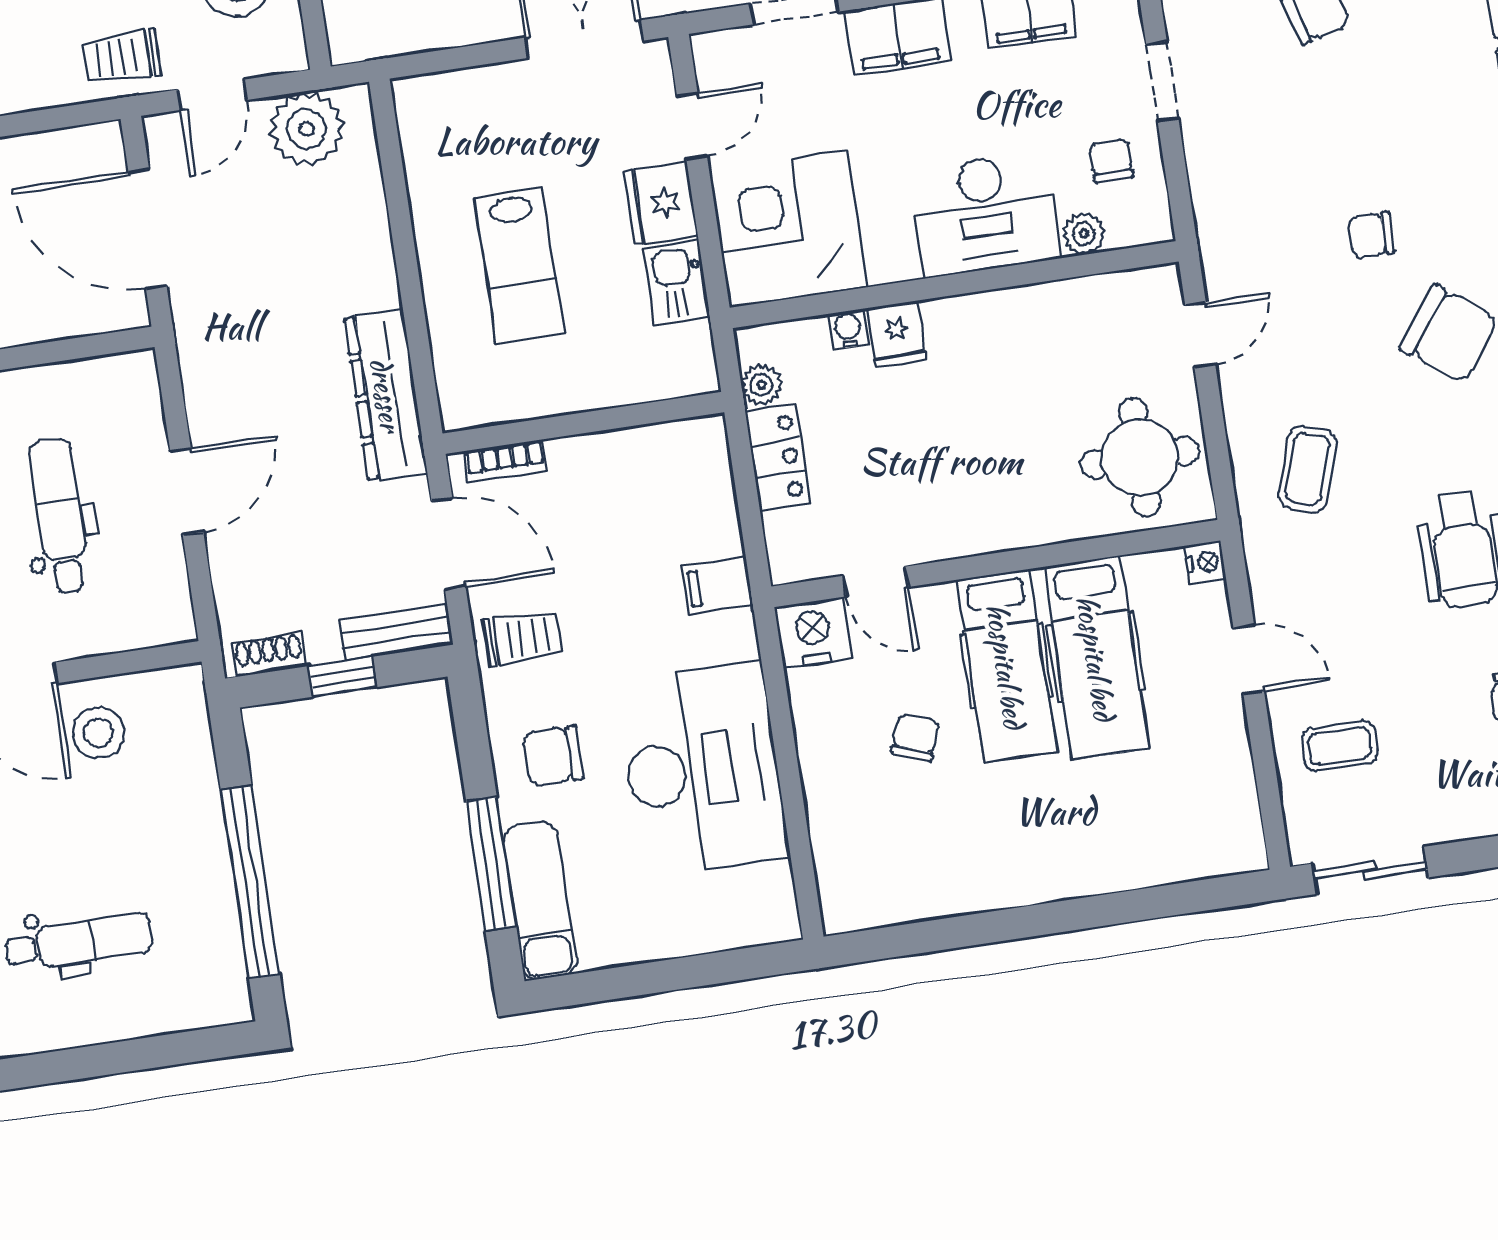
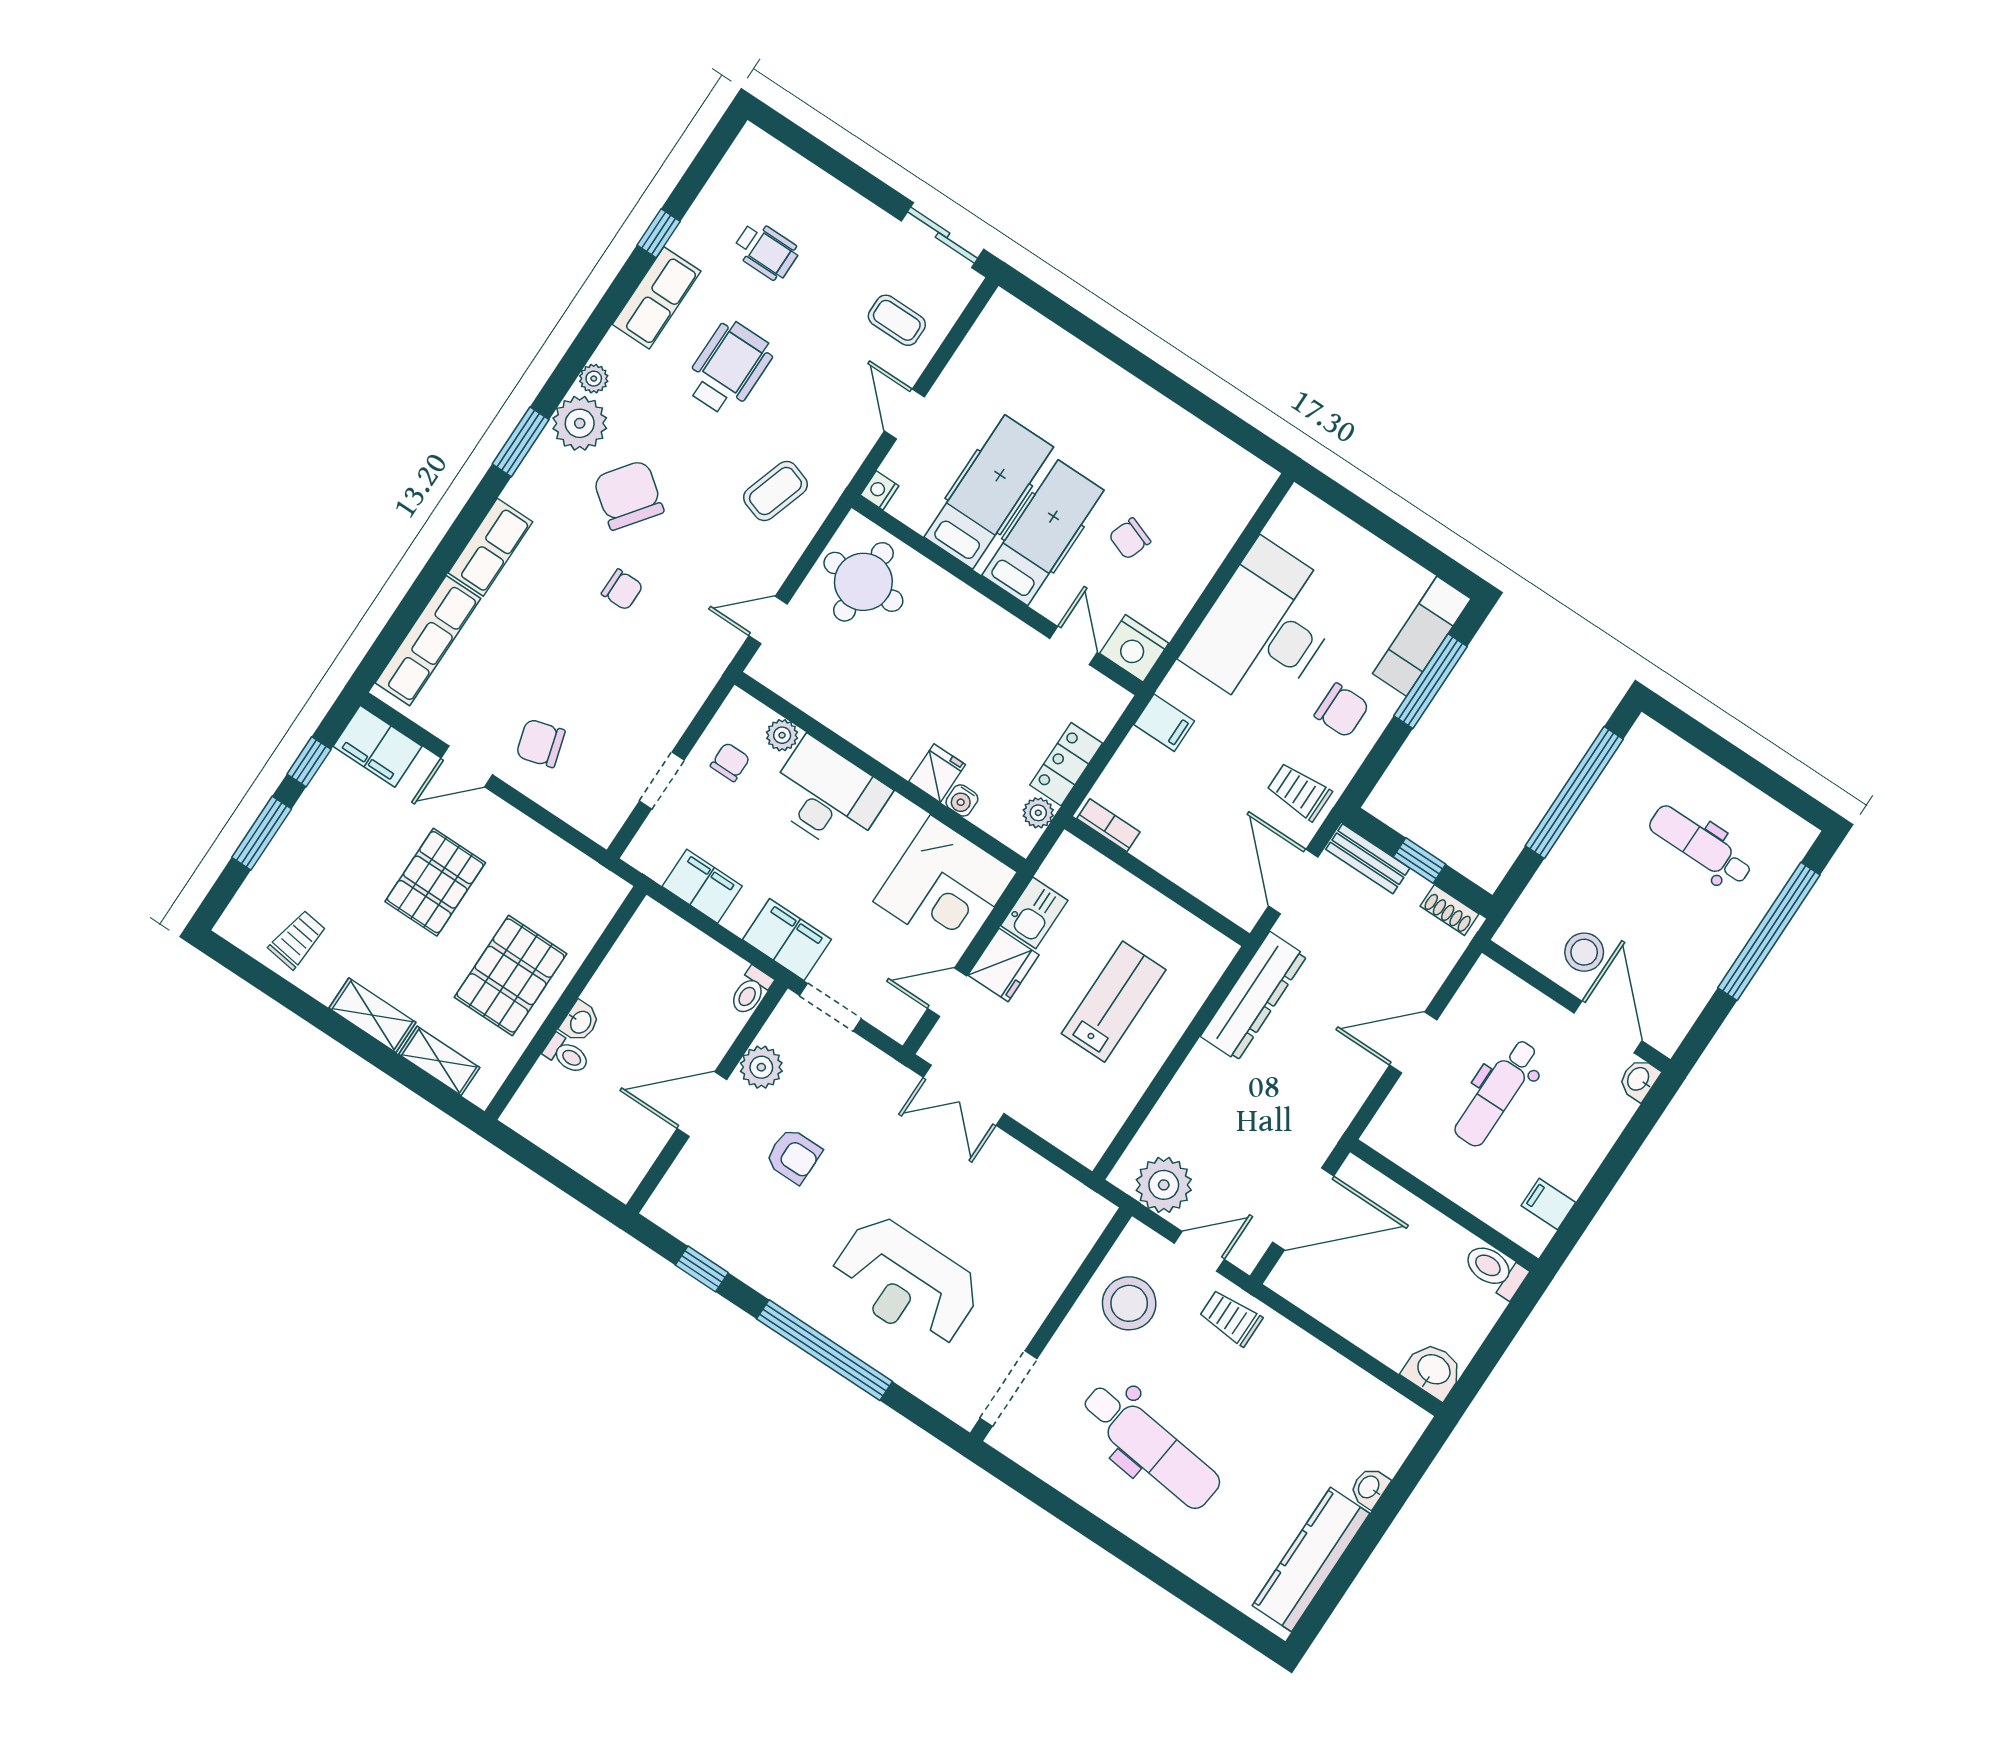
trolley: (122, 57) -> (1231, 1318), turned 180
chair: (1111, 161) -> (730, 762), turned 180
door: (147, 229) -> (1303, 1209), hinge flipped
bookcase: (506, 461) -> (1108, 825), moved

